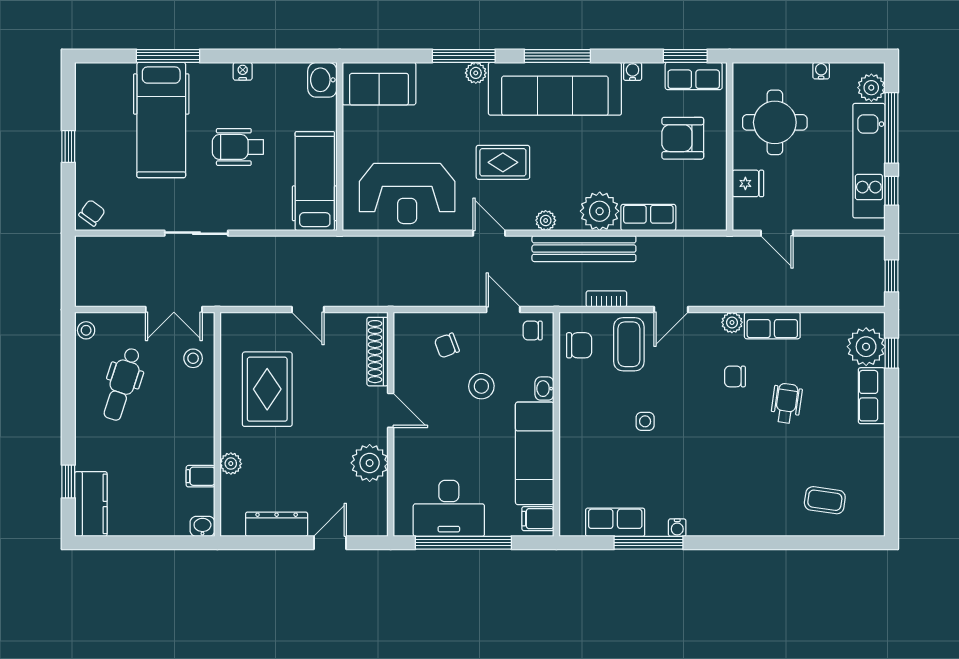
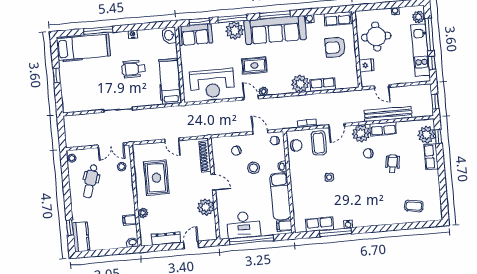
window: (685, 56) -> (199, 22), moved
plant: (476, 73) -> (235, 30), width x1.87, depth x1.87
hospital bed: (161, 120) -> (83, 47), moved, turned -90
chair: (92, 213) -> (70, 105), removed
plant: (546, 220) -> (263, 91), moved
bench: (584, 249) -> (388, 114), moved
plant: (732, 322) -> (361, 133), width x1.88, depth x1.88

